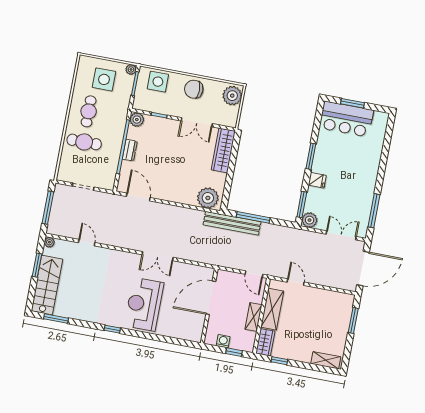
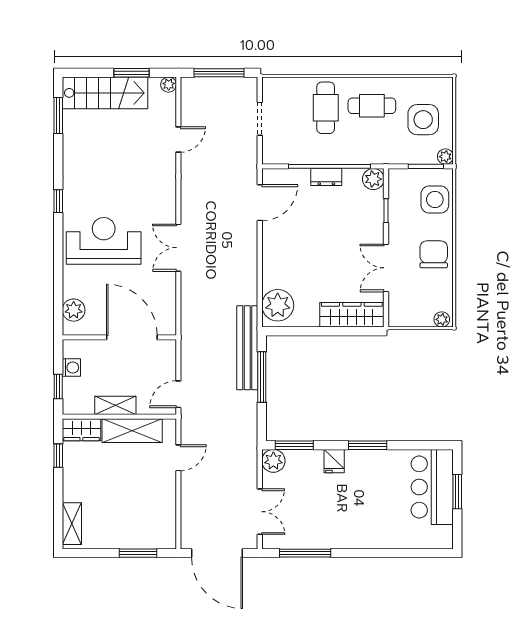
plant: (232, 96) -> (442, 319), width x0.53, depth x0.53
plant: (186, 333) -> (74, 310), added

